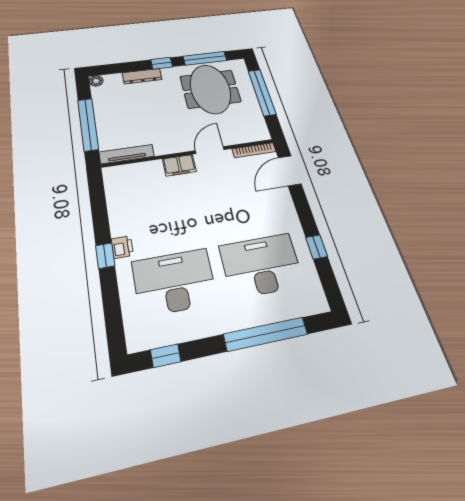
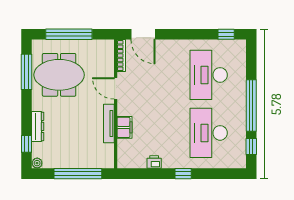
window: (162, 63) -> (27, 144), moved
tv unit: (127, 154) -> (109, 124), moved
filing cabinet: (179, 165) -> (125, 127), moved
printer: (122, 247) -> (154, 162), moved
window: (317, 247) -> (226, 34), moved
window: (266, 334) -> (251, 106), moved

